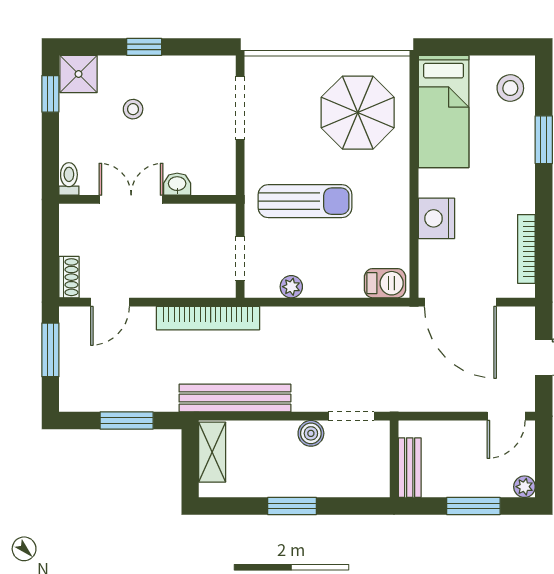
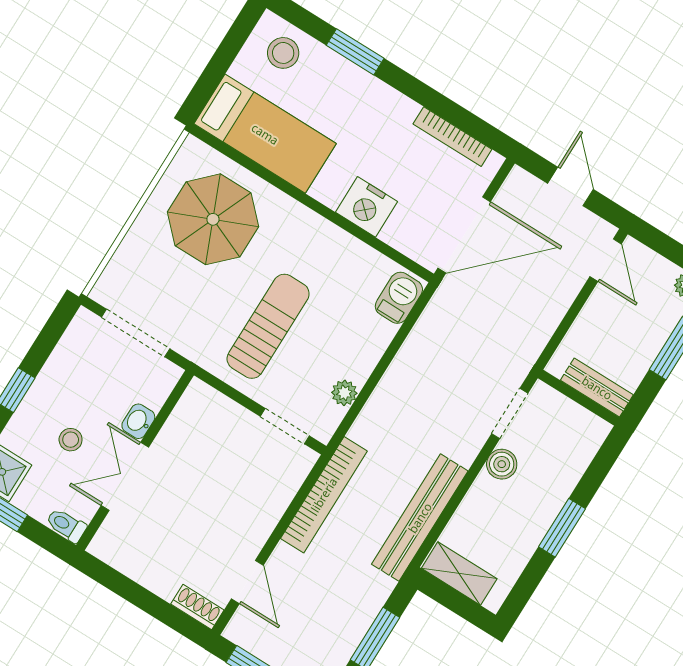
toilet: (69, 179) -> (66, 525), moved
washbasin: (177, 184) -> (138, 421), moved
double door: (131, 199) -> (125, 476), moved
wall: (147, 199) -> (135, 460), moved

